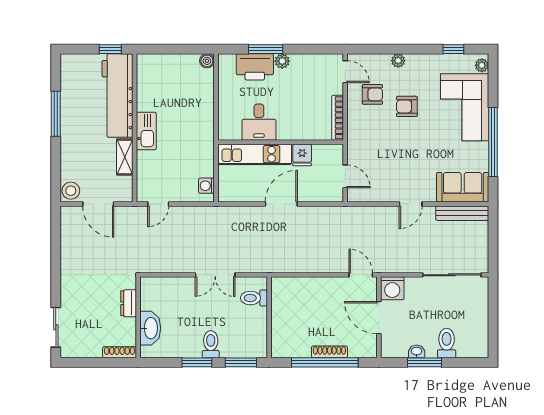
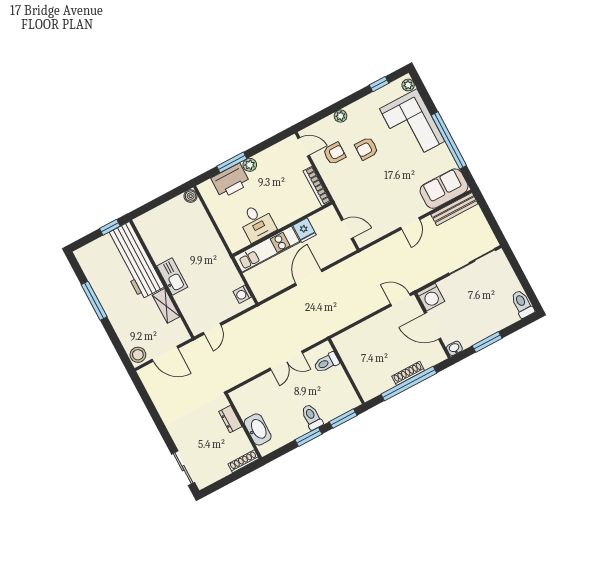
toilet: (447, 343) -> (522, 304), moved
washbasin: (417, 351) -> (454, 348), moved

